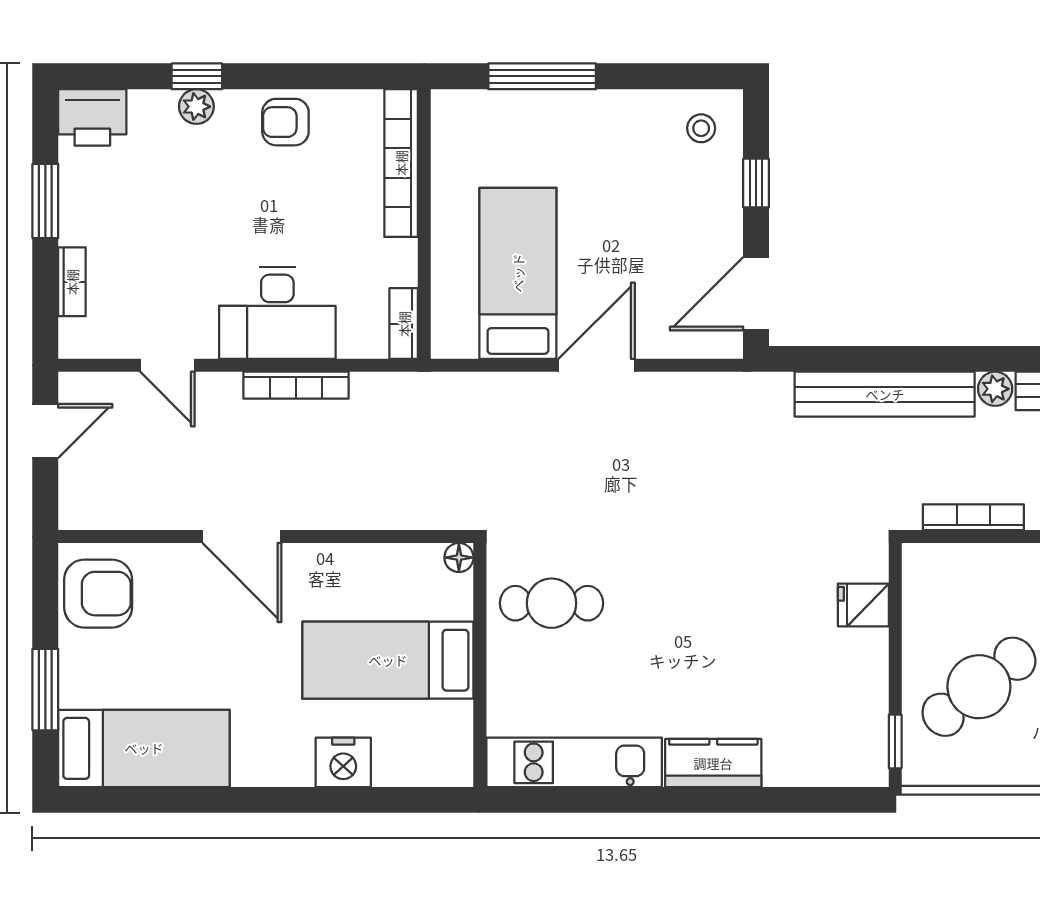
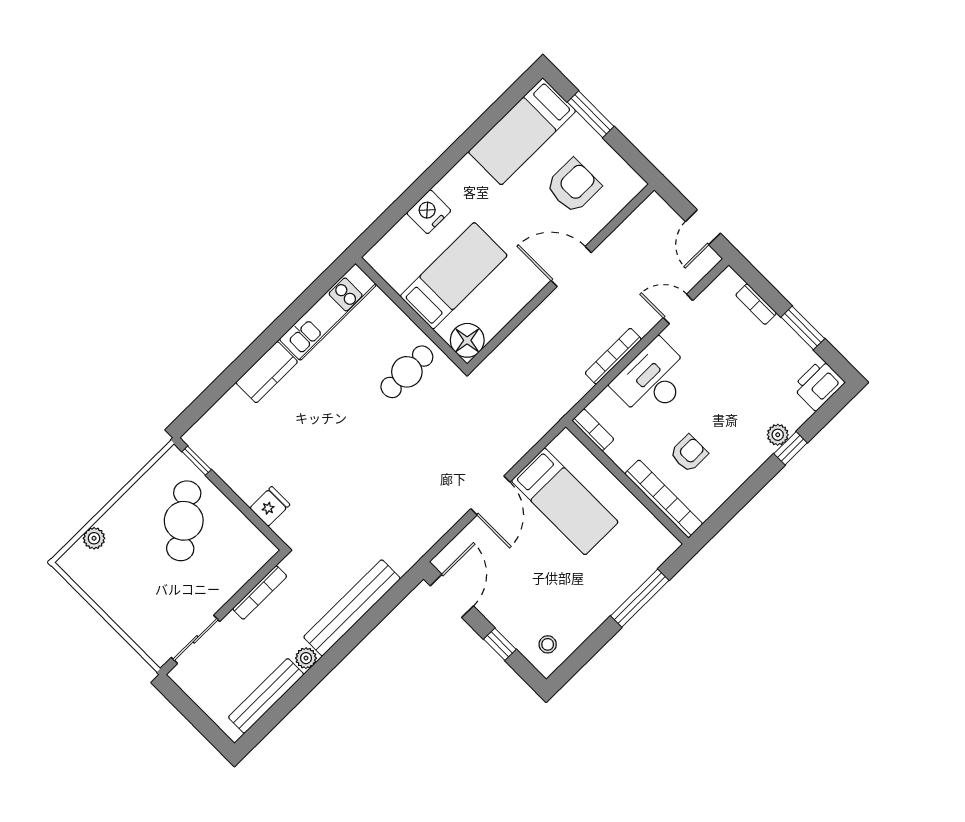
armchair: (285, 122) -> (689, 453), moved
floor lamp: (459, 558) -> (467, 340), width x1.89, depth x1.89
armchair: (98, 594) -> (573, 186), moved, turned 180

